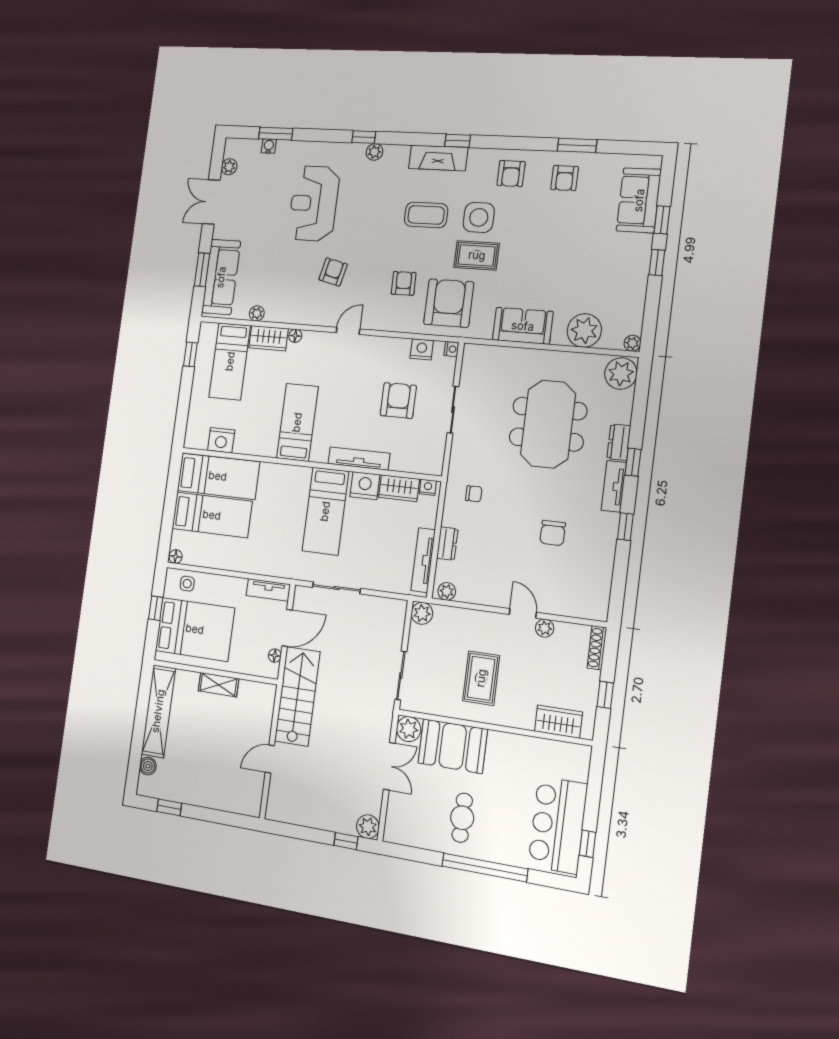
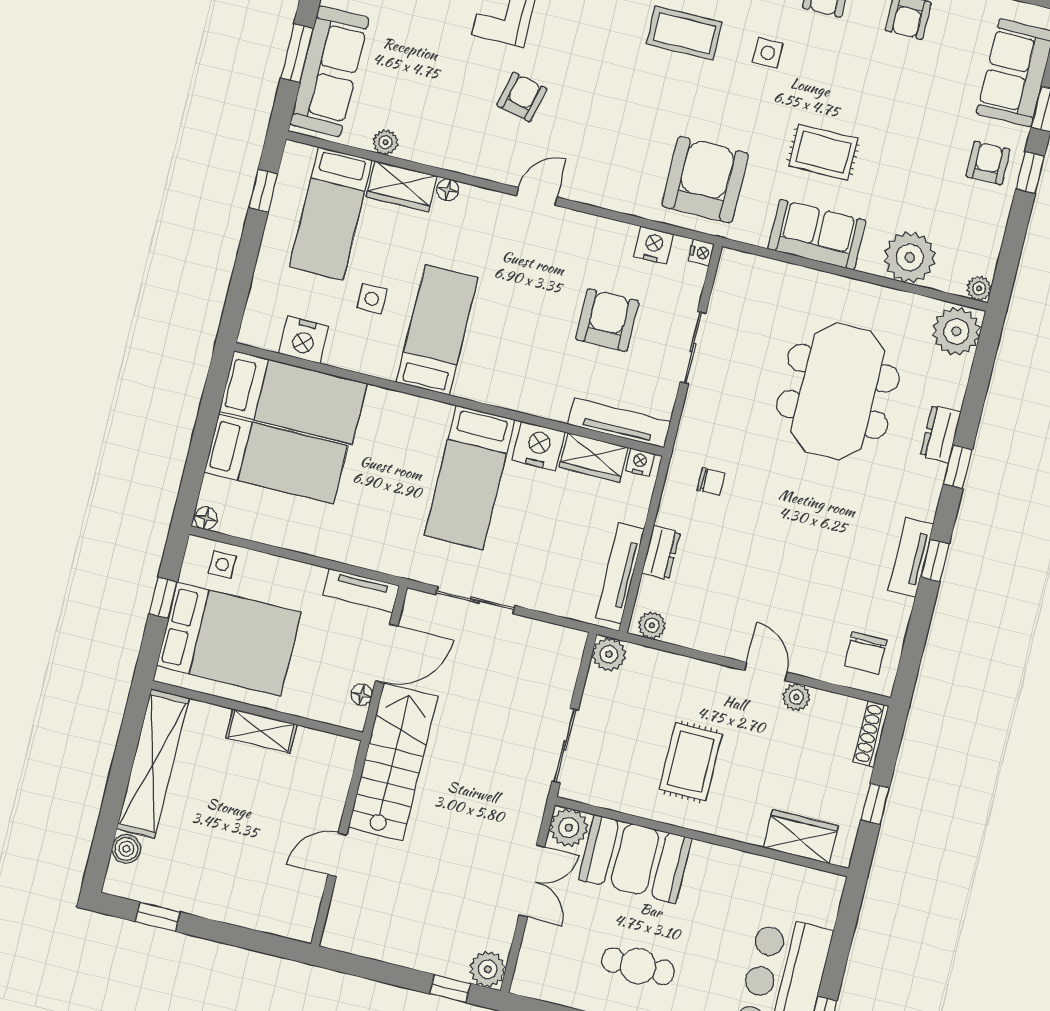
side table: (479, 217) -> (768, 53), width x0.54, depth x0.54
rug: (477, 255) -> (823, 152), moved
armchair: (404, 283) -> (988, 163), moved
side table: (258, 409) -> (372, 299), added
tv unit: (359, 459) -> (619, 423), moved
tv unit: (614, 486) -> (911, 557), moved
chair: (553, 533) -> (866, 653), moved
cafe table: (462, 818) -> (638, 966), turned 90

